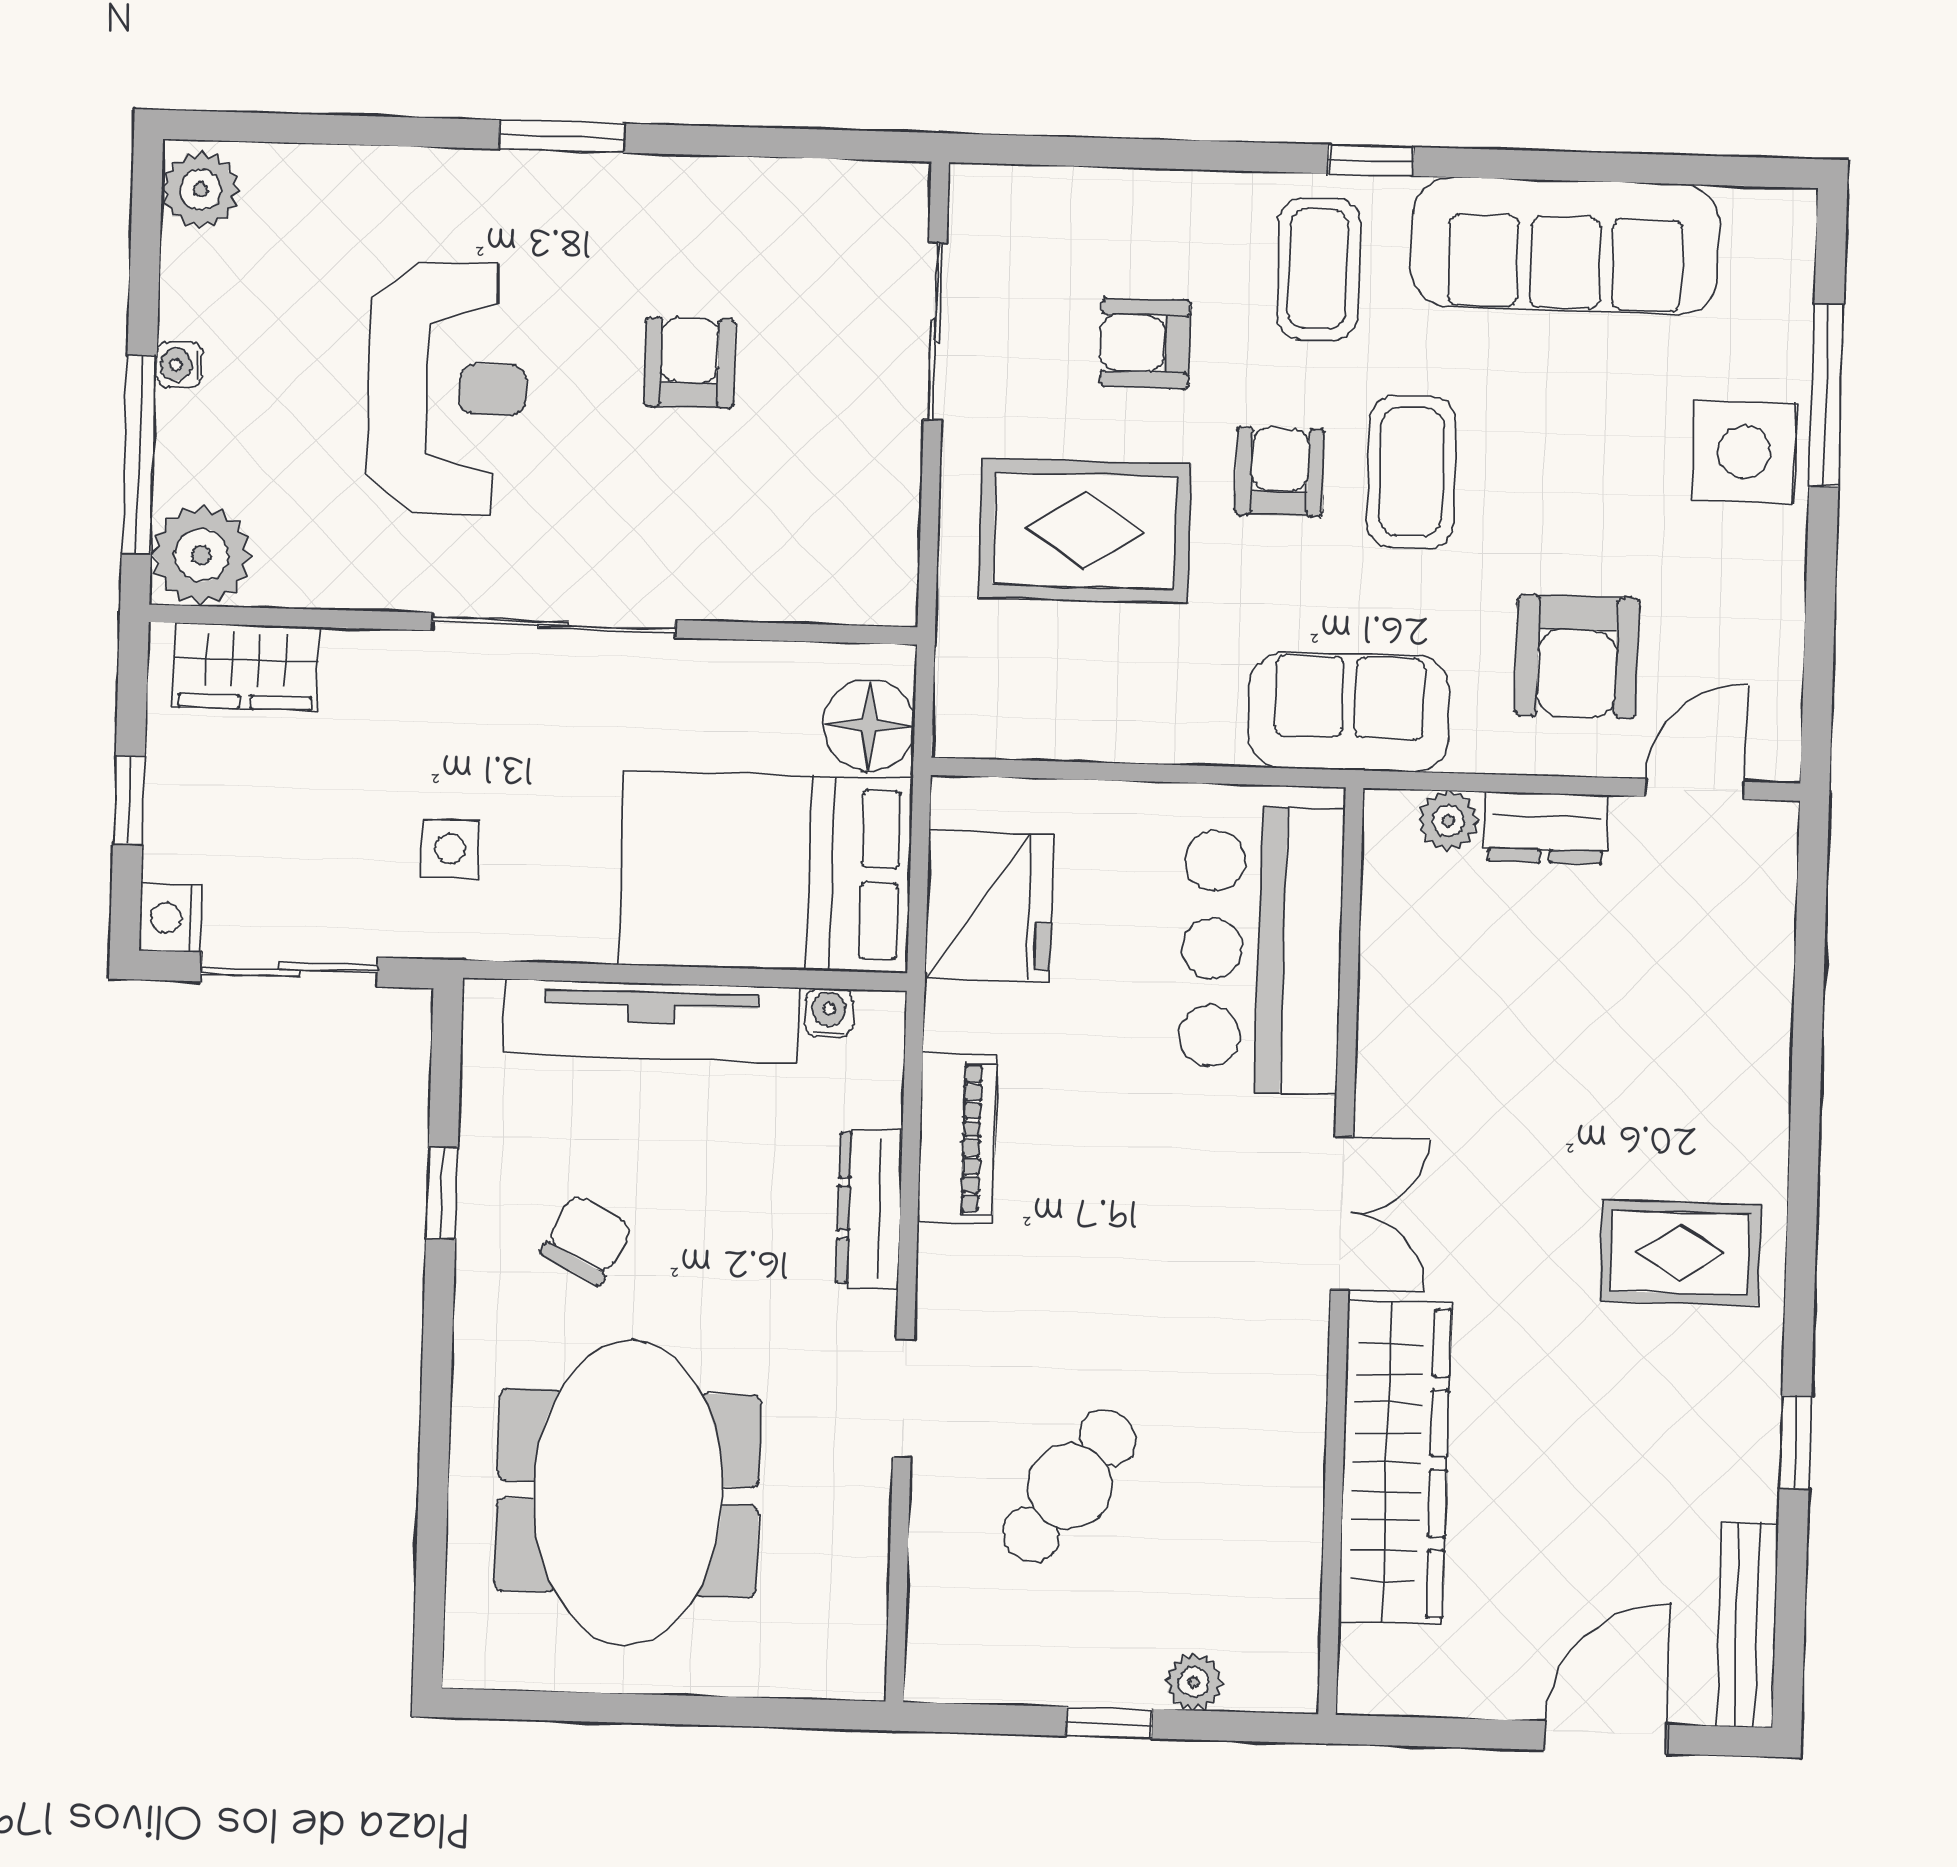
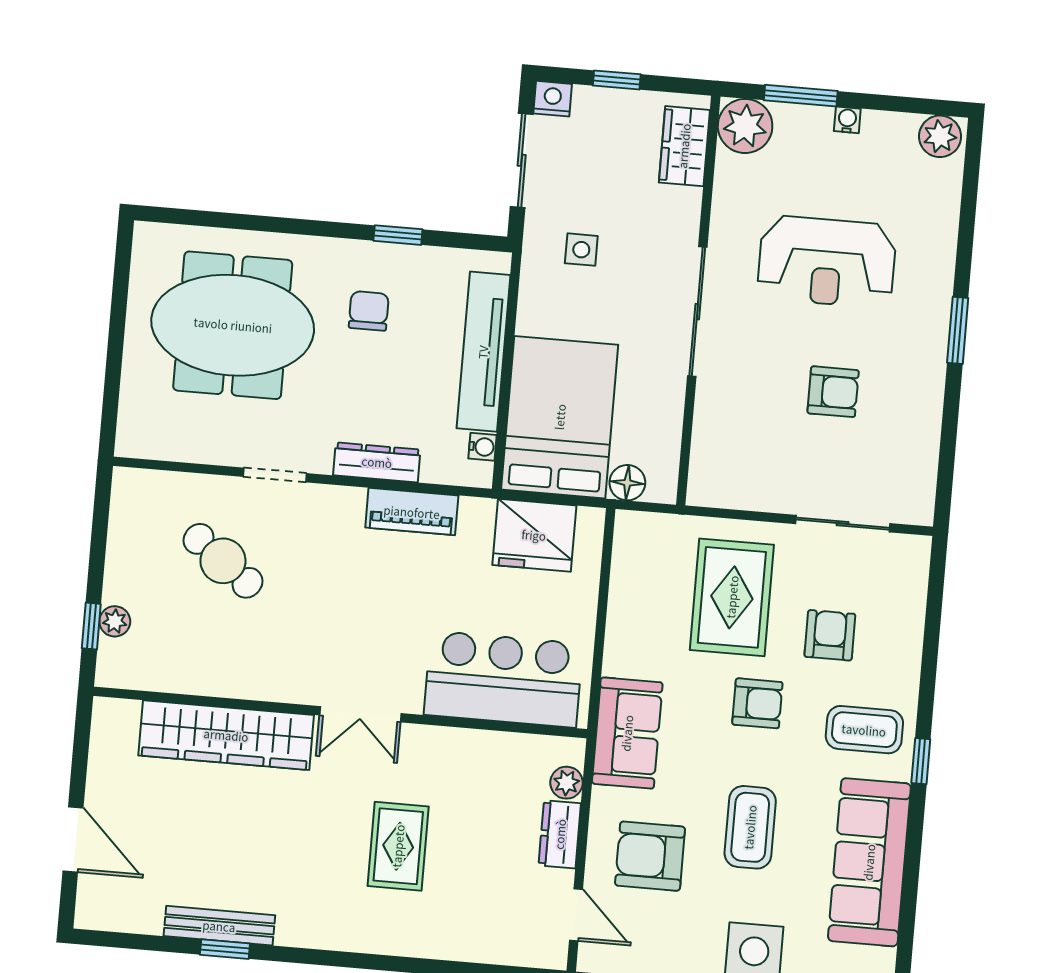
window: (139, 454) -> (801, 96), width x0.69
coffee table: (1411, 472) -> (750, 827), moved, turned 90
floor lamp: (869, 725) -> (627, 483), width x0.73, depth x0.73
chair: (587, 1240) -> (369, 311), turned -118
rug: (1680, 1253) -> (398, 846), moved
bench: (1747, 1625) -> (219, 926), moved
window: (1109, 1723) -> (91, 626), moved

